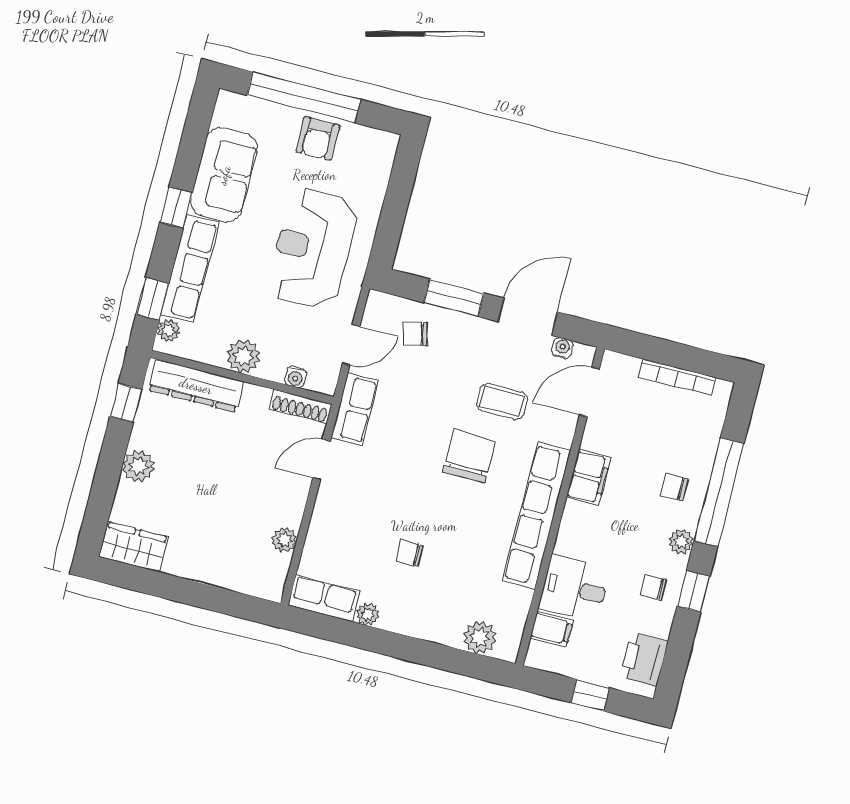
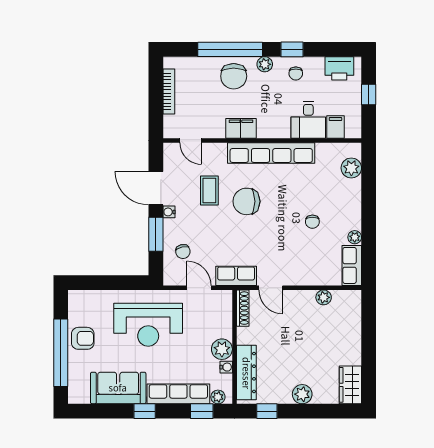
water cooler: (562, 348) -> (169, 212), moved
water cooler: (295, 377) -> (226, 367), moved
door: (589, 392) -> (191, 141), width x0.73
chair: (675, 487) -> (234, 76), width x1.87, depth x1.87

